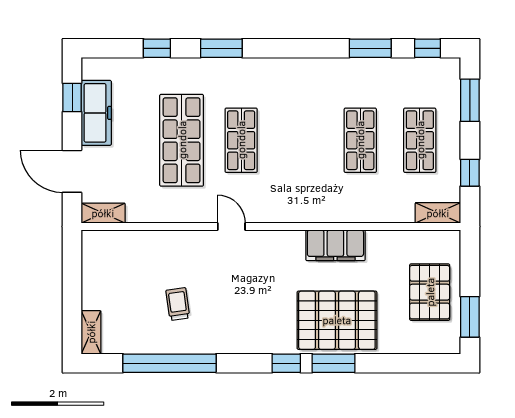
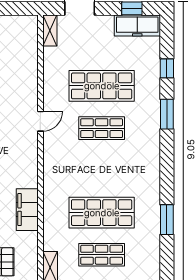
window: (428, 48) -> (167, 260), removed
freezer: (96, 113) -> (137, 25), moved
shop shelf: (360, 140) -> (102, 213), width x1.43, depth x1.36
filing cabinet: (335, 245) -> (27, 210), moved

